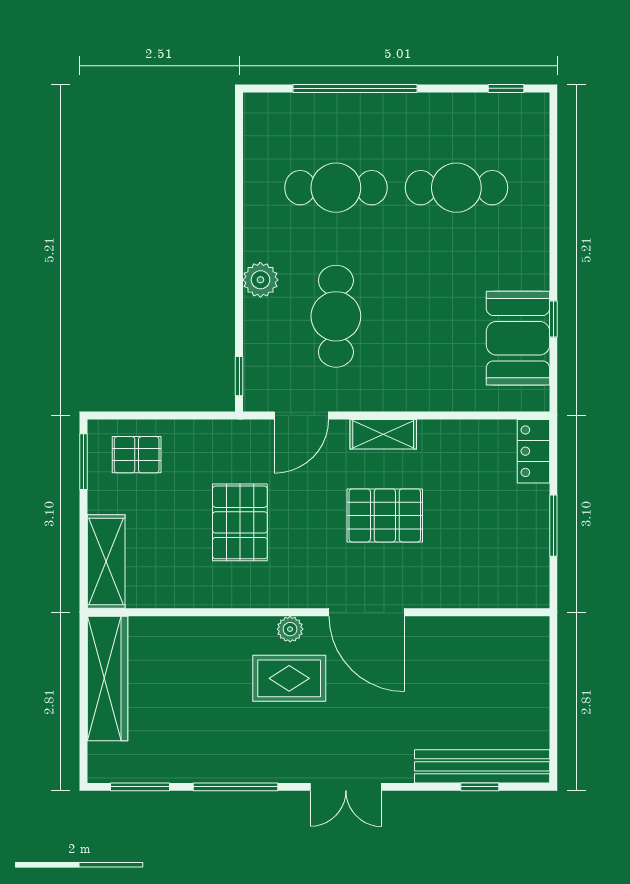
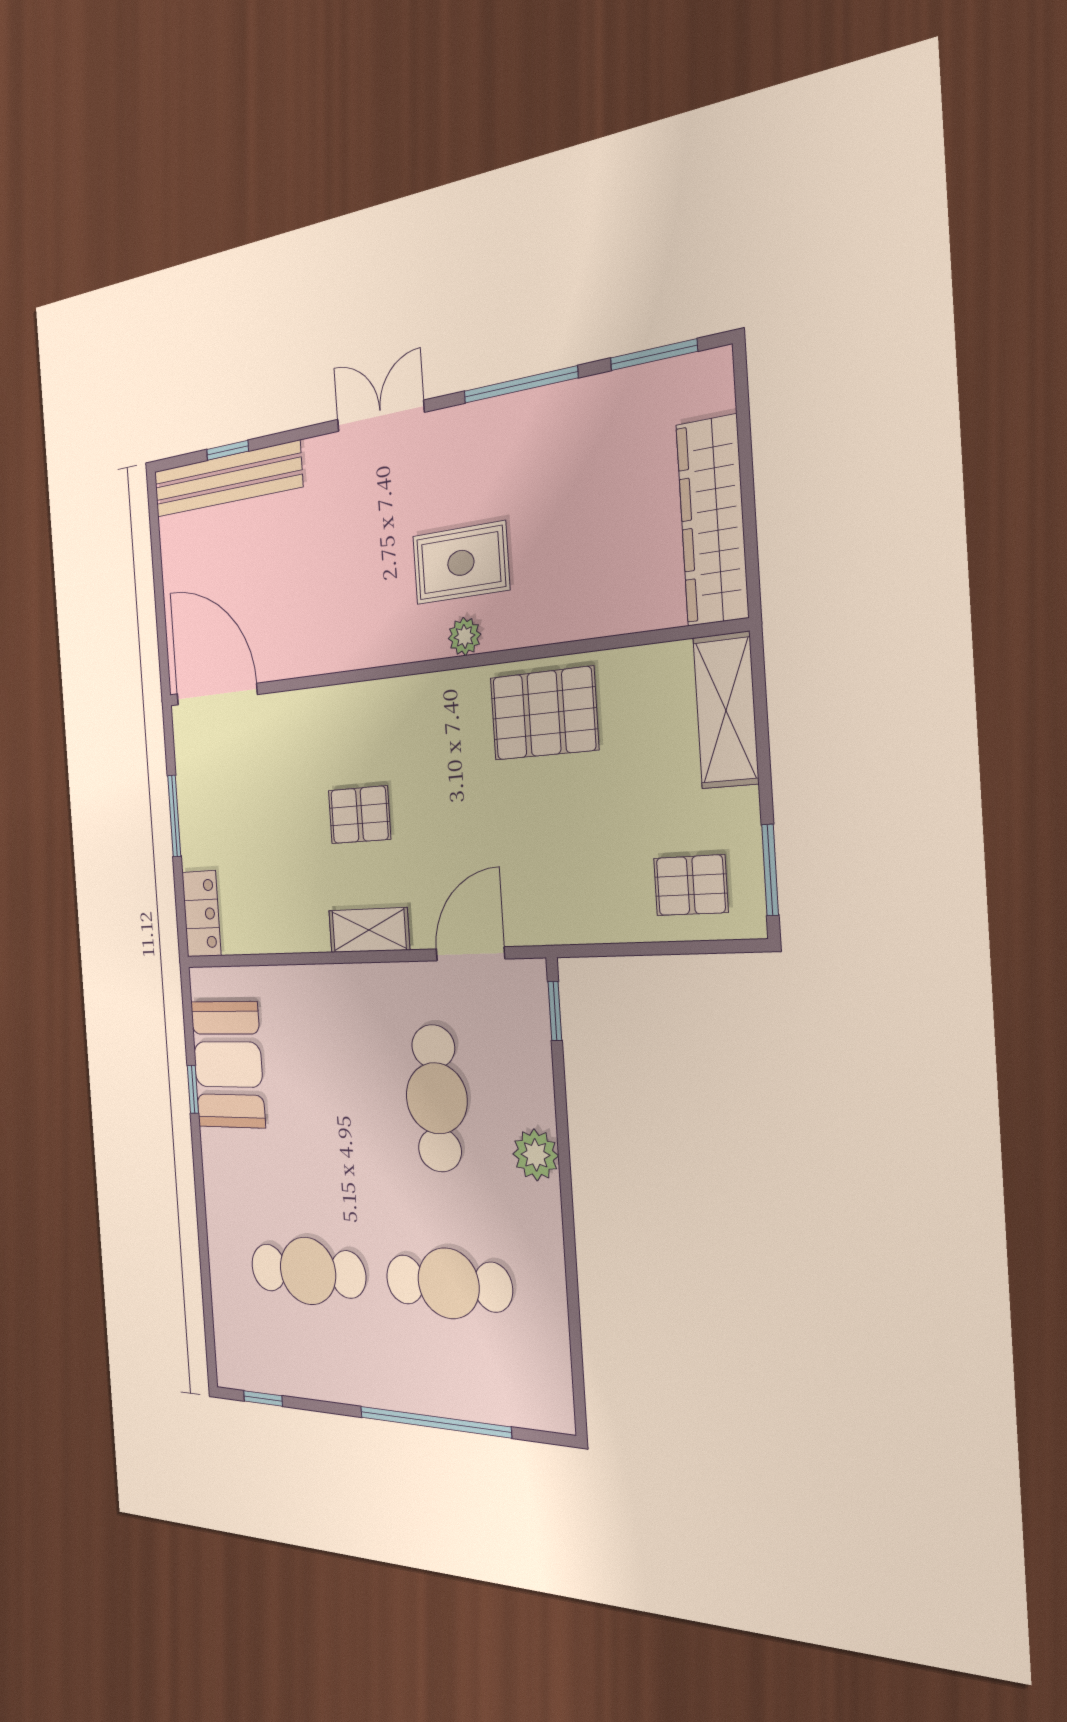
pallet: (385, 515) -> (359, 815), width x0.67, depth x0.71
pallet: (240, 522) -> (544, 713), moved, turned 90
door: (367, 612) -> (217, 694), moved

